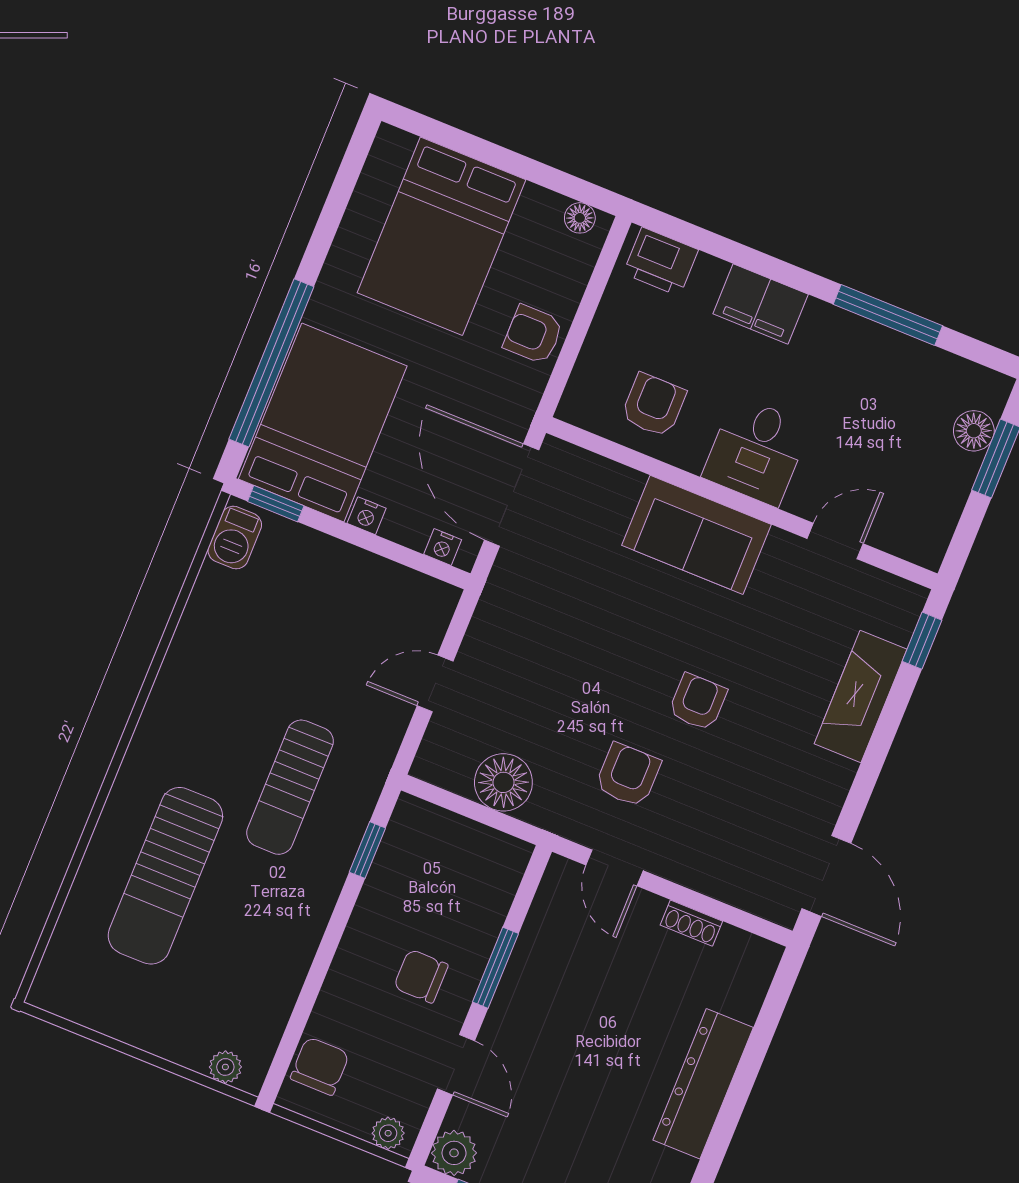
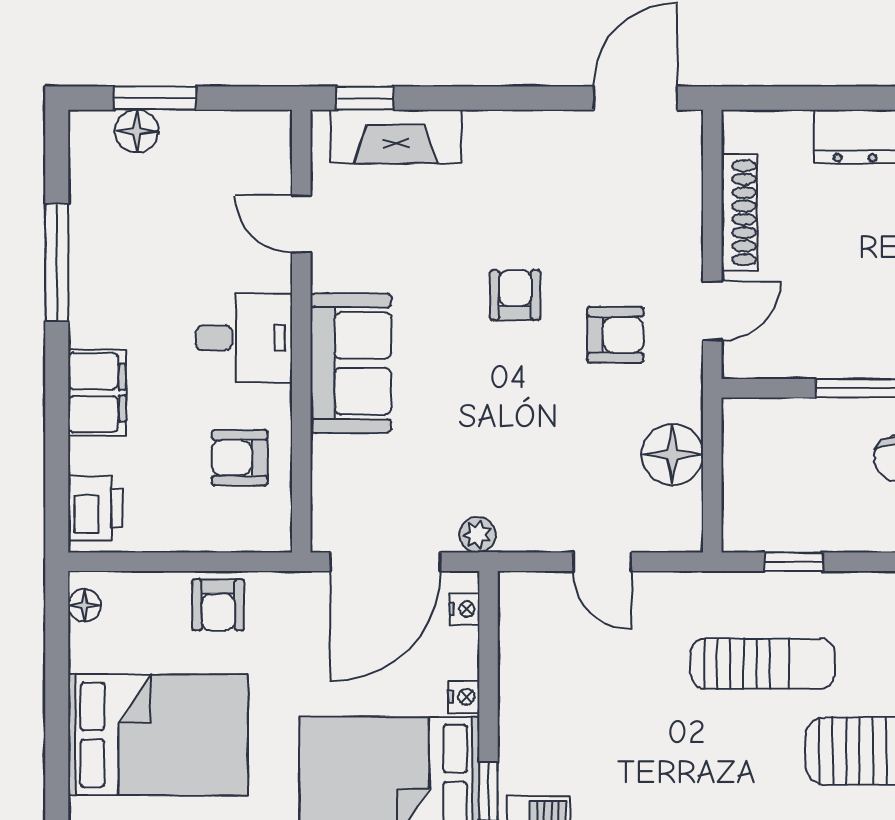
plant: (503, 585) -> (477, 535), added
fireplace: (861, 696) -> (396, 136), moved
armchair: (698, 702) -> (515, 295), turned 90
armchair: (628, 775) -> (615, 335), turned 180
shoe rack: (691, 923) -> (739, 213), width x1.94, depth x1.24

